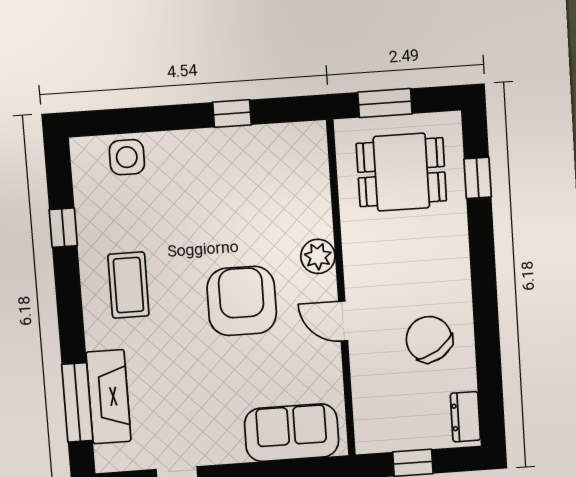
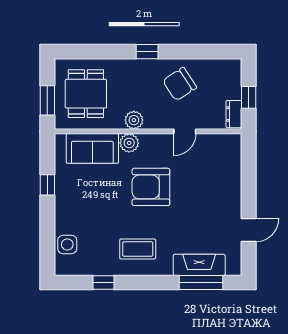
window: (478, 178) -> (147, 52), moved
plant: (359, 262) -> (134, 120), added
door: (343, 321) -> (185, 131), moved
dresser: (465, 417) -> (234, 114), moved, turned 90
sofa: (292, 433) -> (92, 148), moved, turned -90

